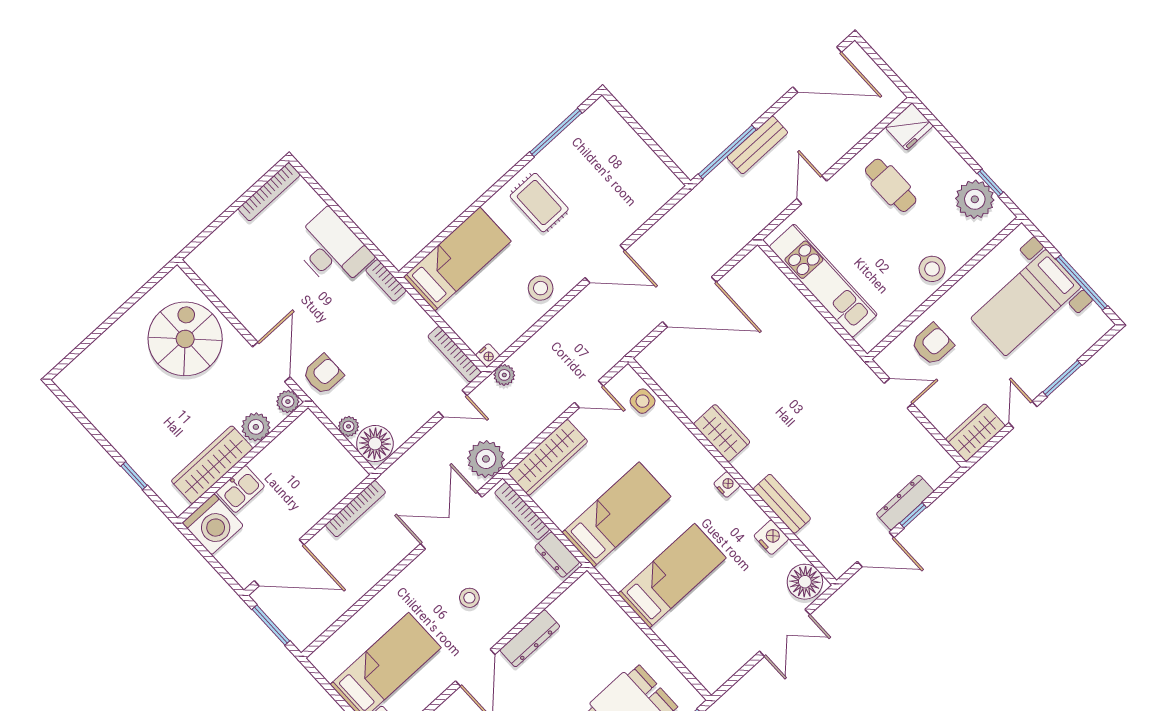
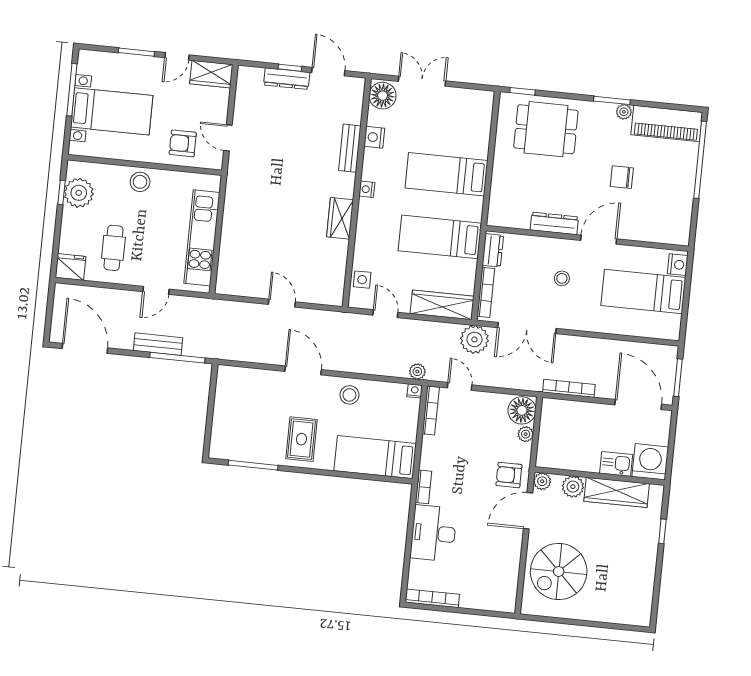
door: (689, 302) -> (282, 303), width x0.53

